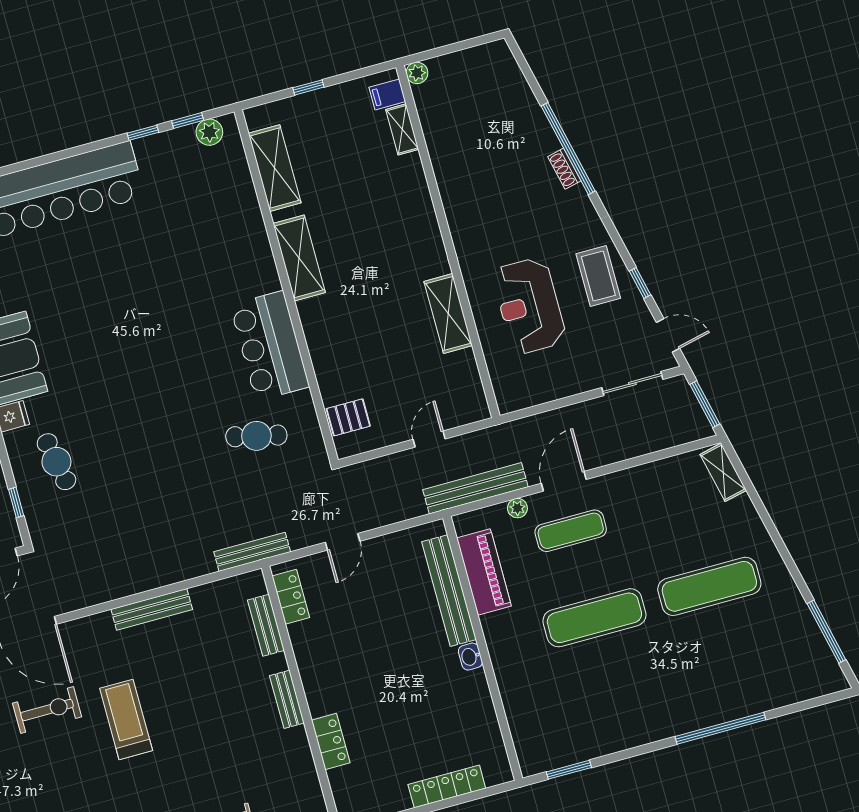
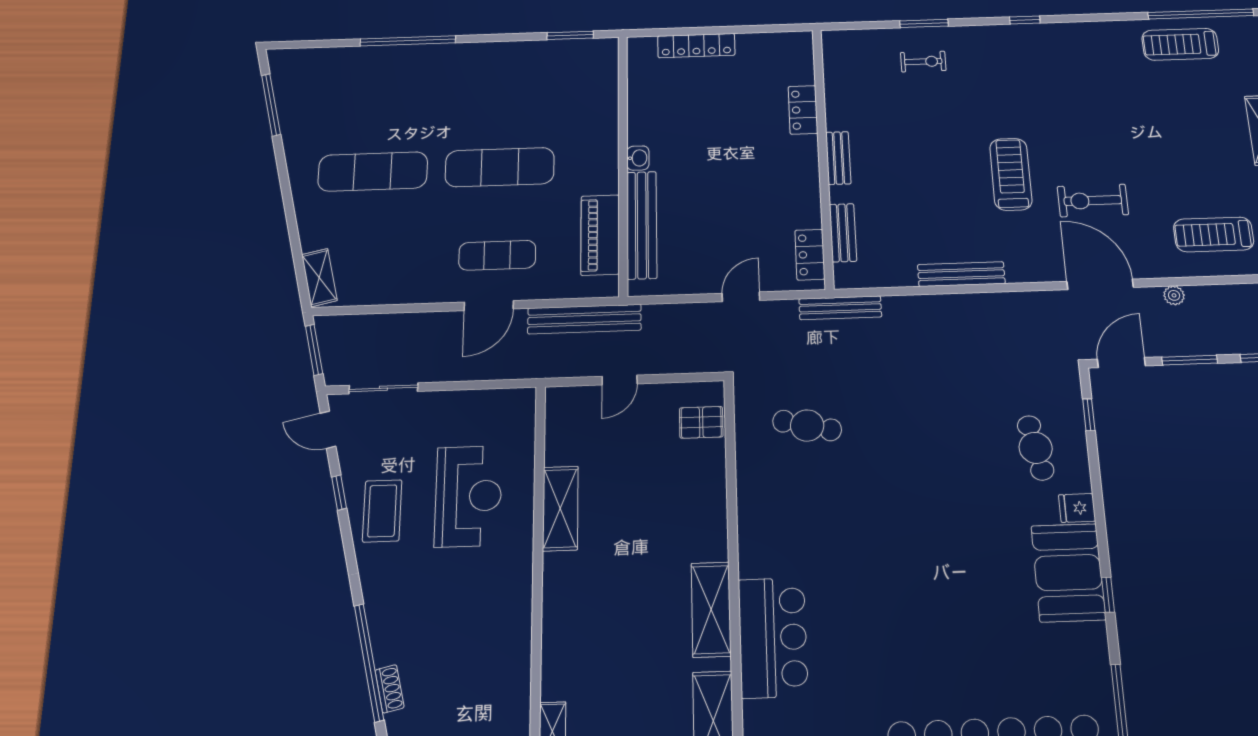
shoe rack: (564, 169) -> (390, 689), moved
bar counter: (270, 346) -> (773, 637), moved
plant: (517, 508) -> (546, 290), removed
treadmill: (126, 719) -> (1011, 174), turned 180

